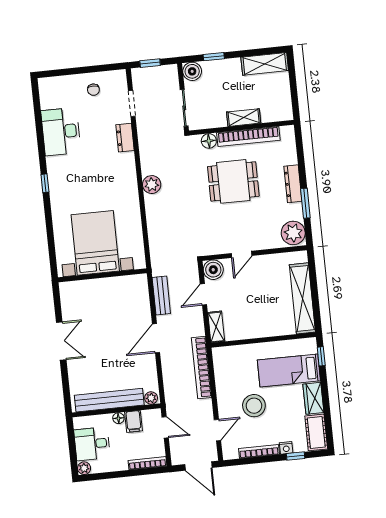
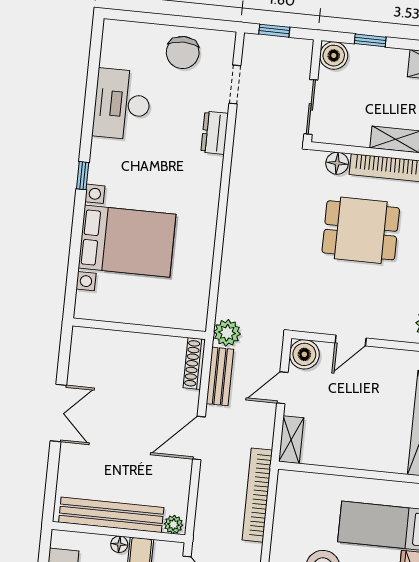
chair: (93, 90) -> (183, 52), width x1.87, depth x1.87
plant: (152, 185) -> (227, 333), moved
bed with nightstands: (95, 243) -> (127, 241), moved, turned 90
shoe rack: (143, 290) -> (194, 364), added

